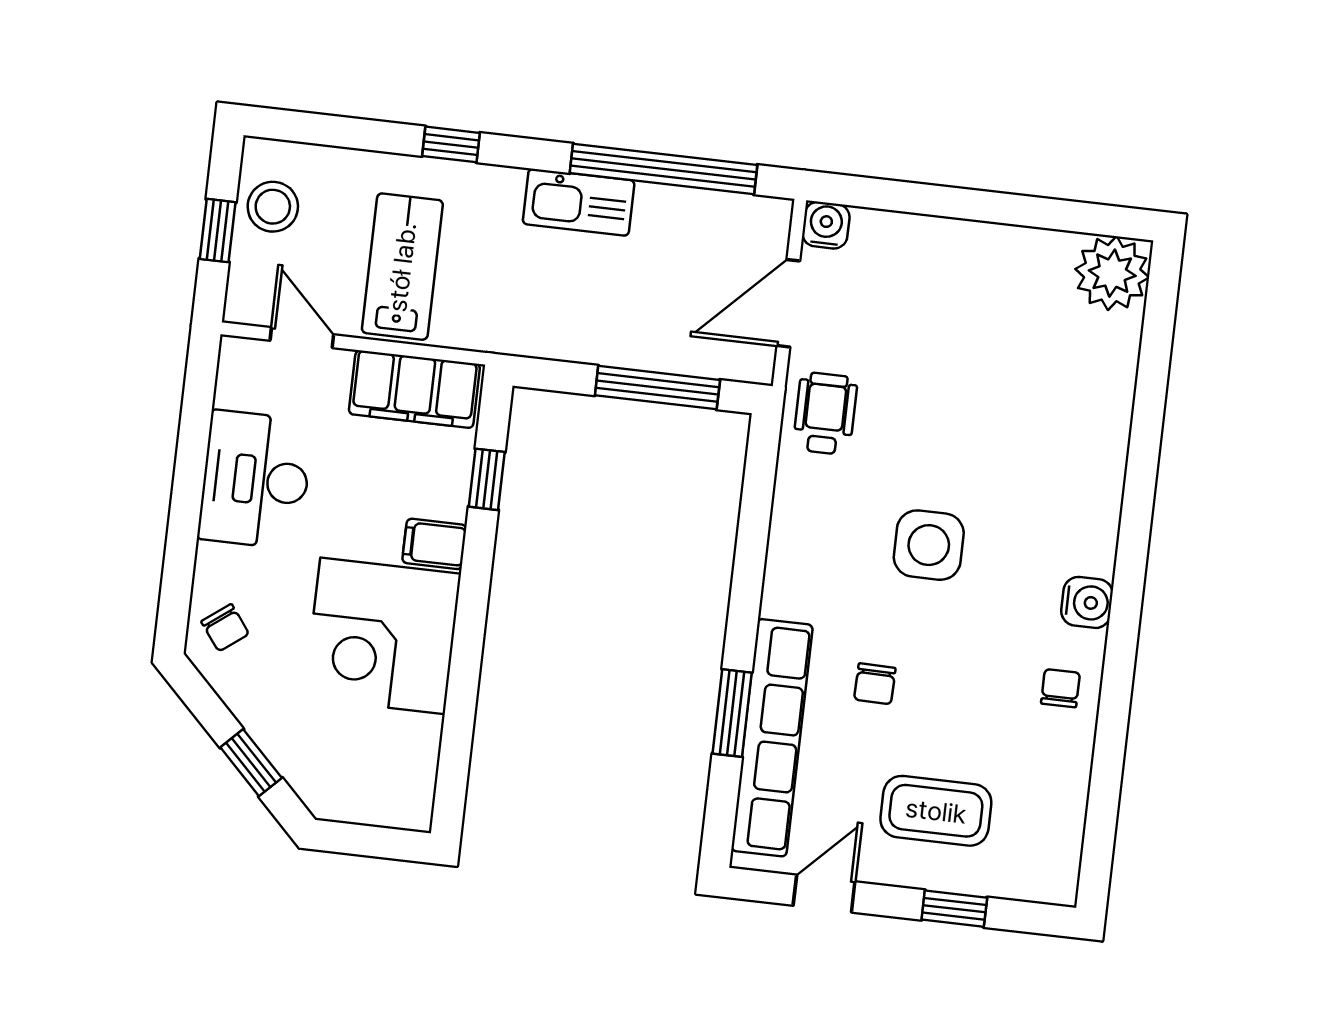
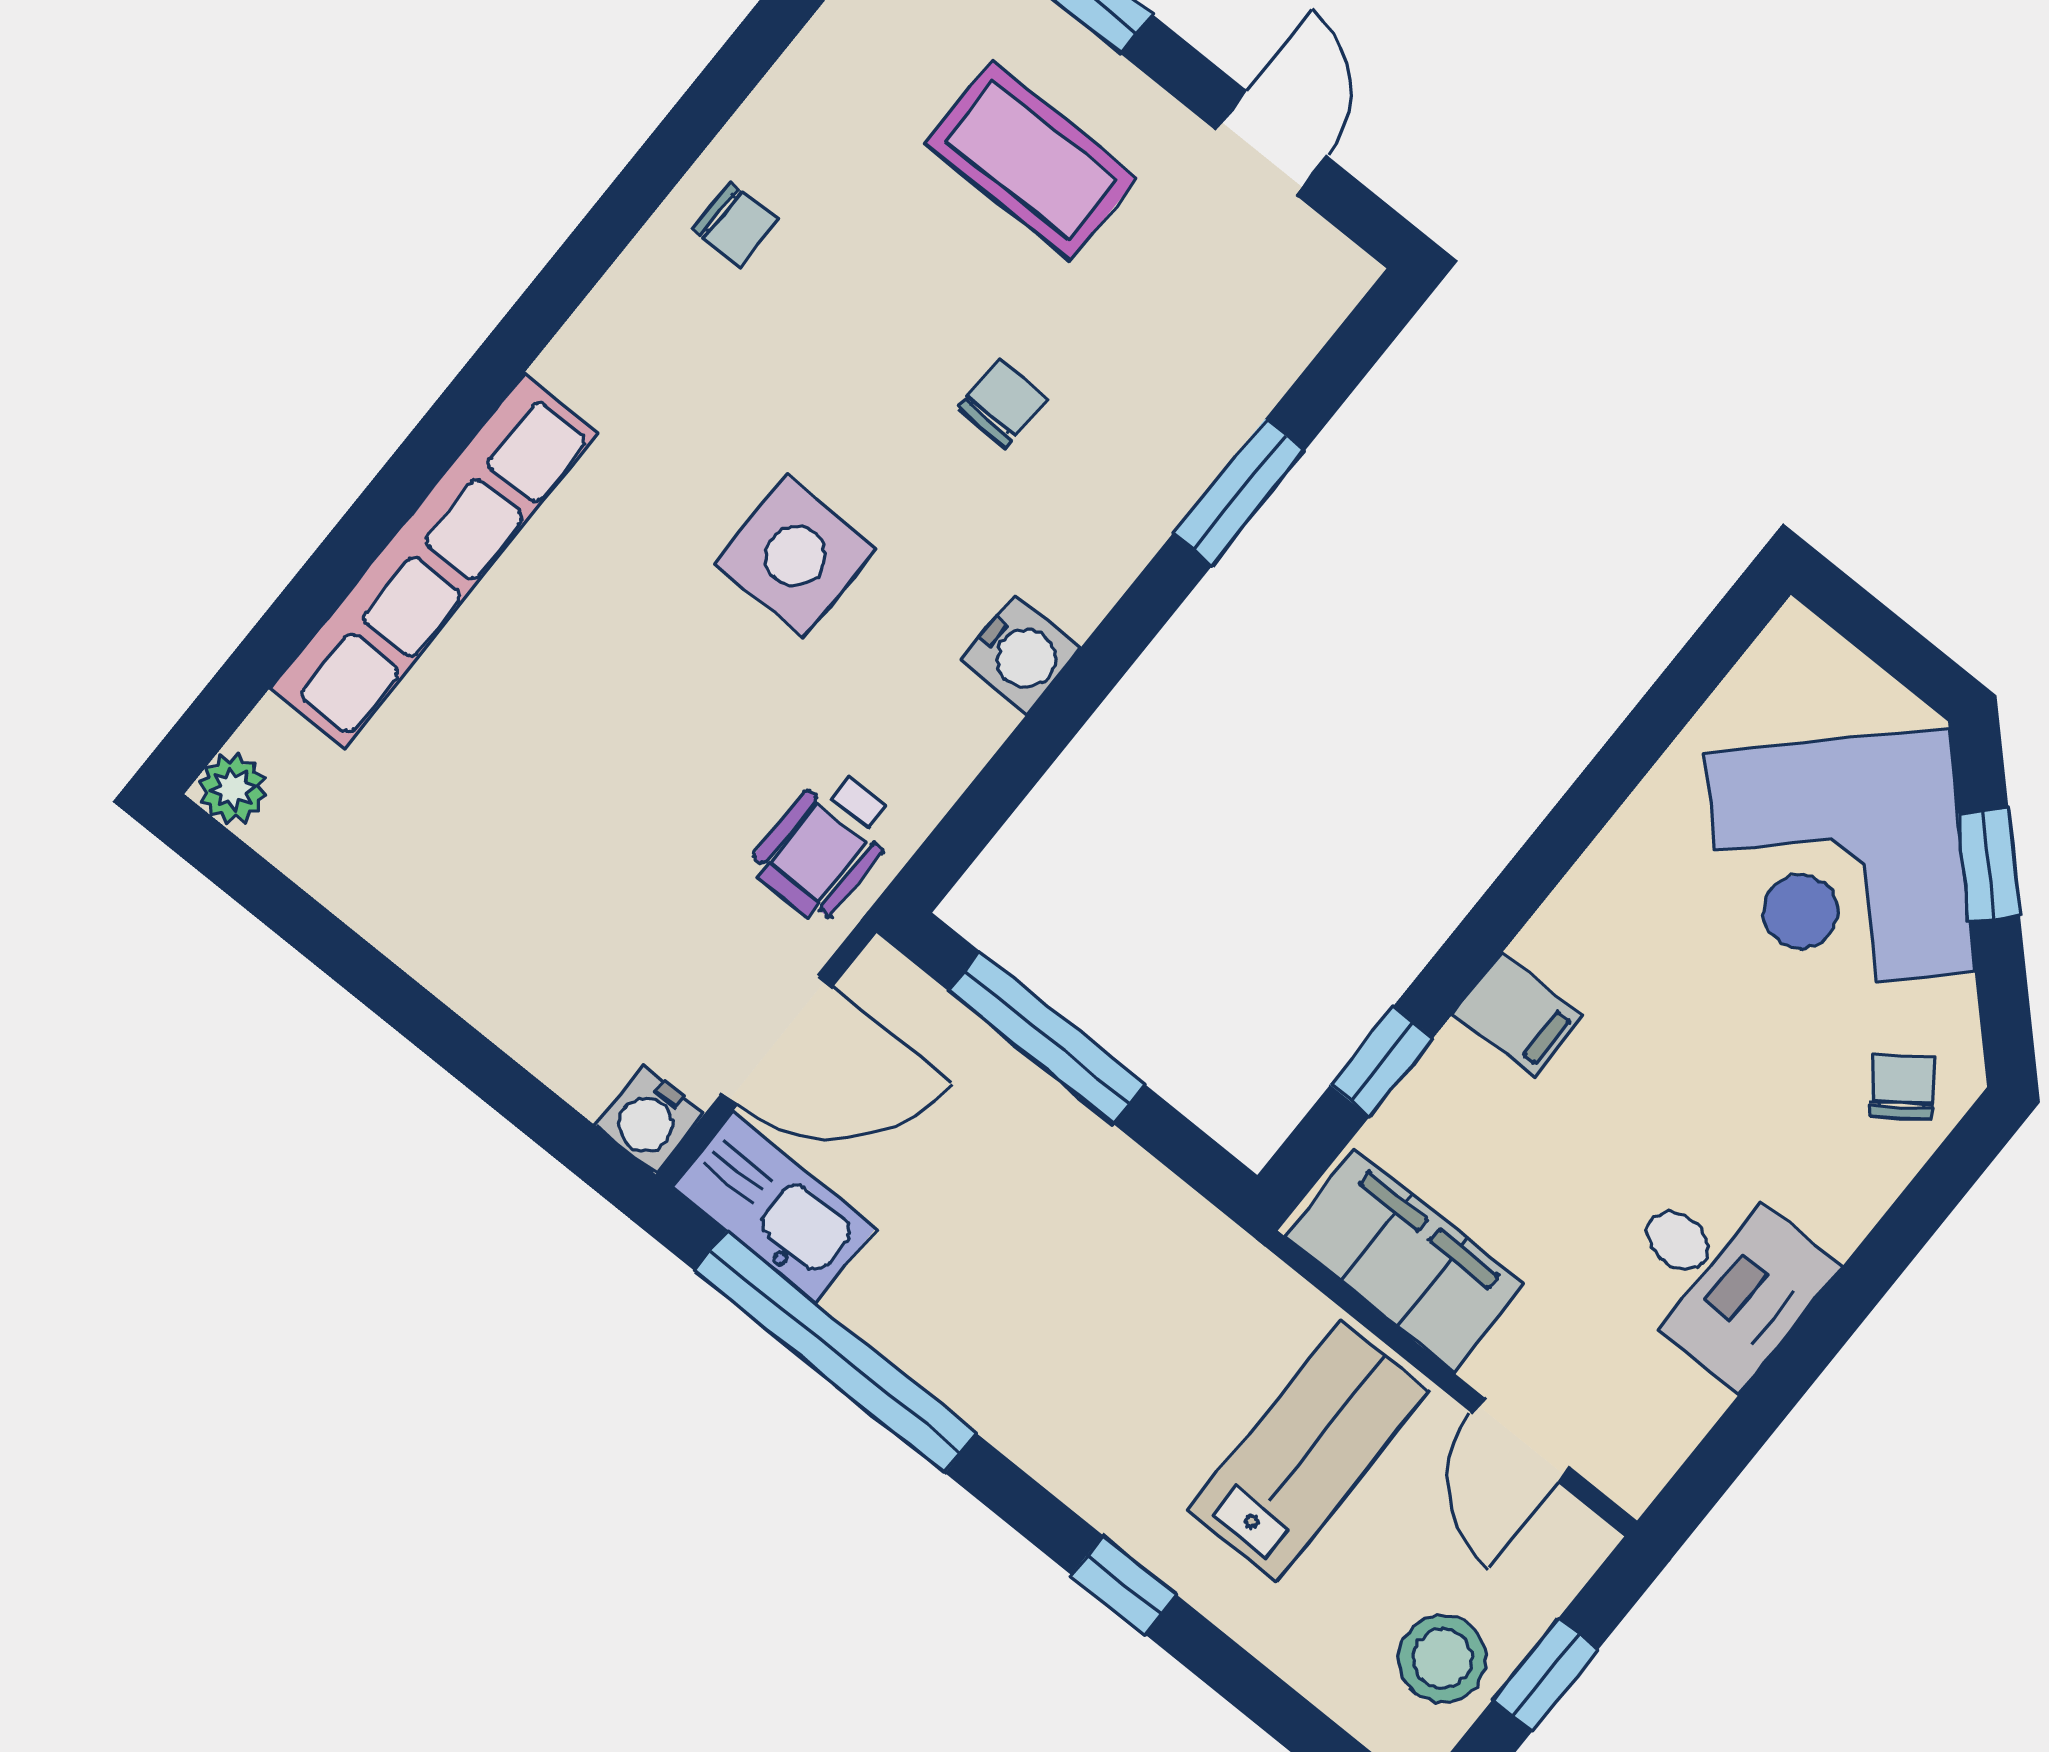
kitchen sink: (579, 202) -> (774, 1207), moved
lab bench: (402, 267) -> (1308, 1451), turned 180
plant: (1112, 273) -> (233, 789), width x0.53, depth x0.53
desk: (255, 480) -> (1721, 1275), width x0.73
water cooler: (1087, 602) -> (1021, 654), moved, turned 180
corner desk: (383, 636) -> (1840, 863), moved, turned 135
chair: (1060, 688) -> (735, 225), turned -90
row of seats: (772, 738) -> (434, 561), moved, turned 180
door: (824, 894) -> (1271, 143), swing flipped

